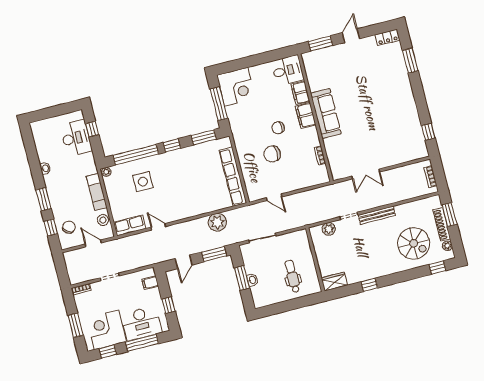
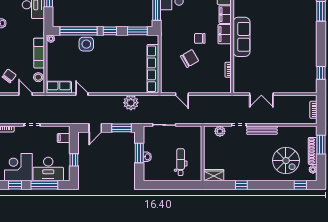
chair: (272, 154) -> (189, 58), turned 152
side table: (143, 182) -> (86, 44), moved

